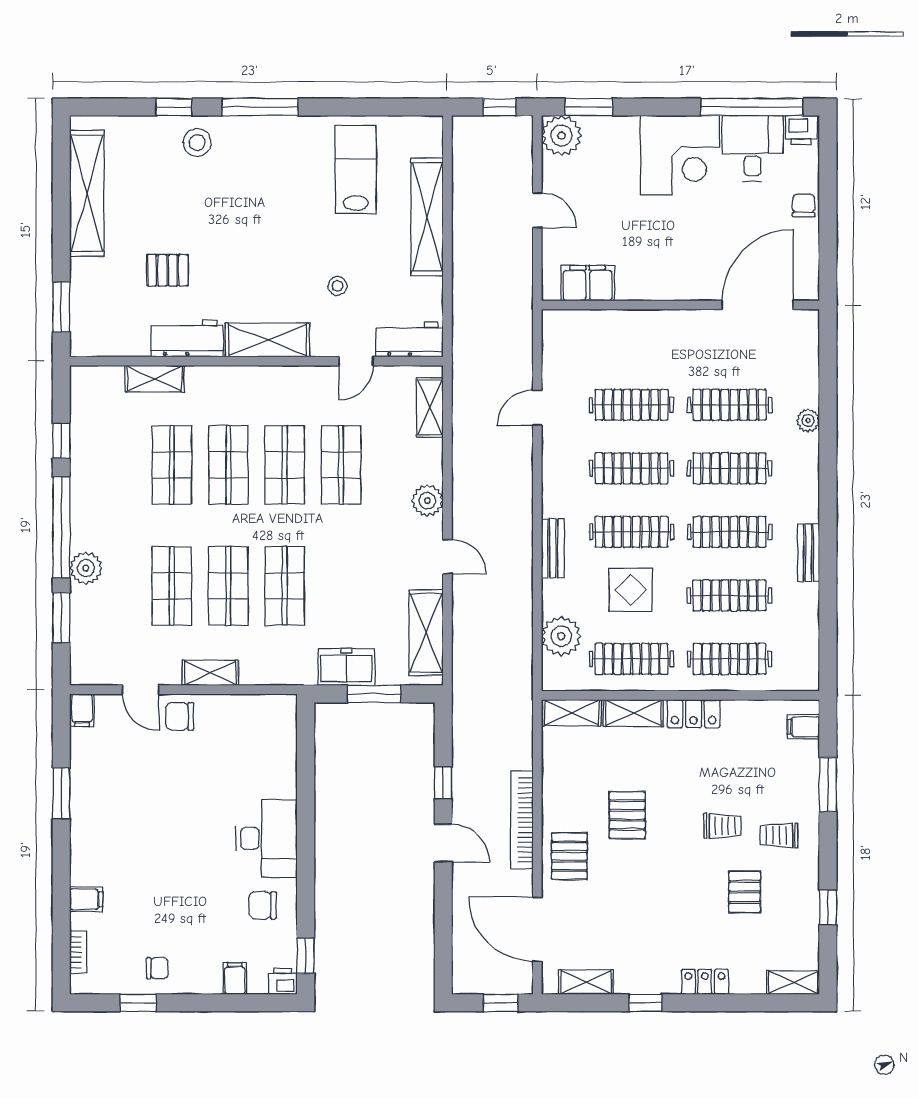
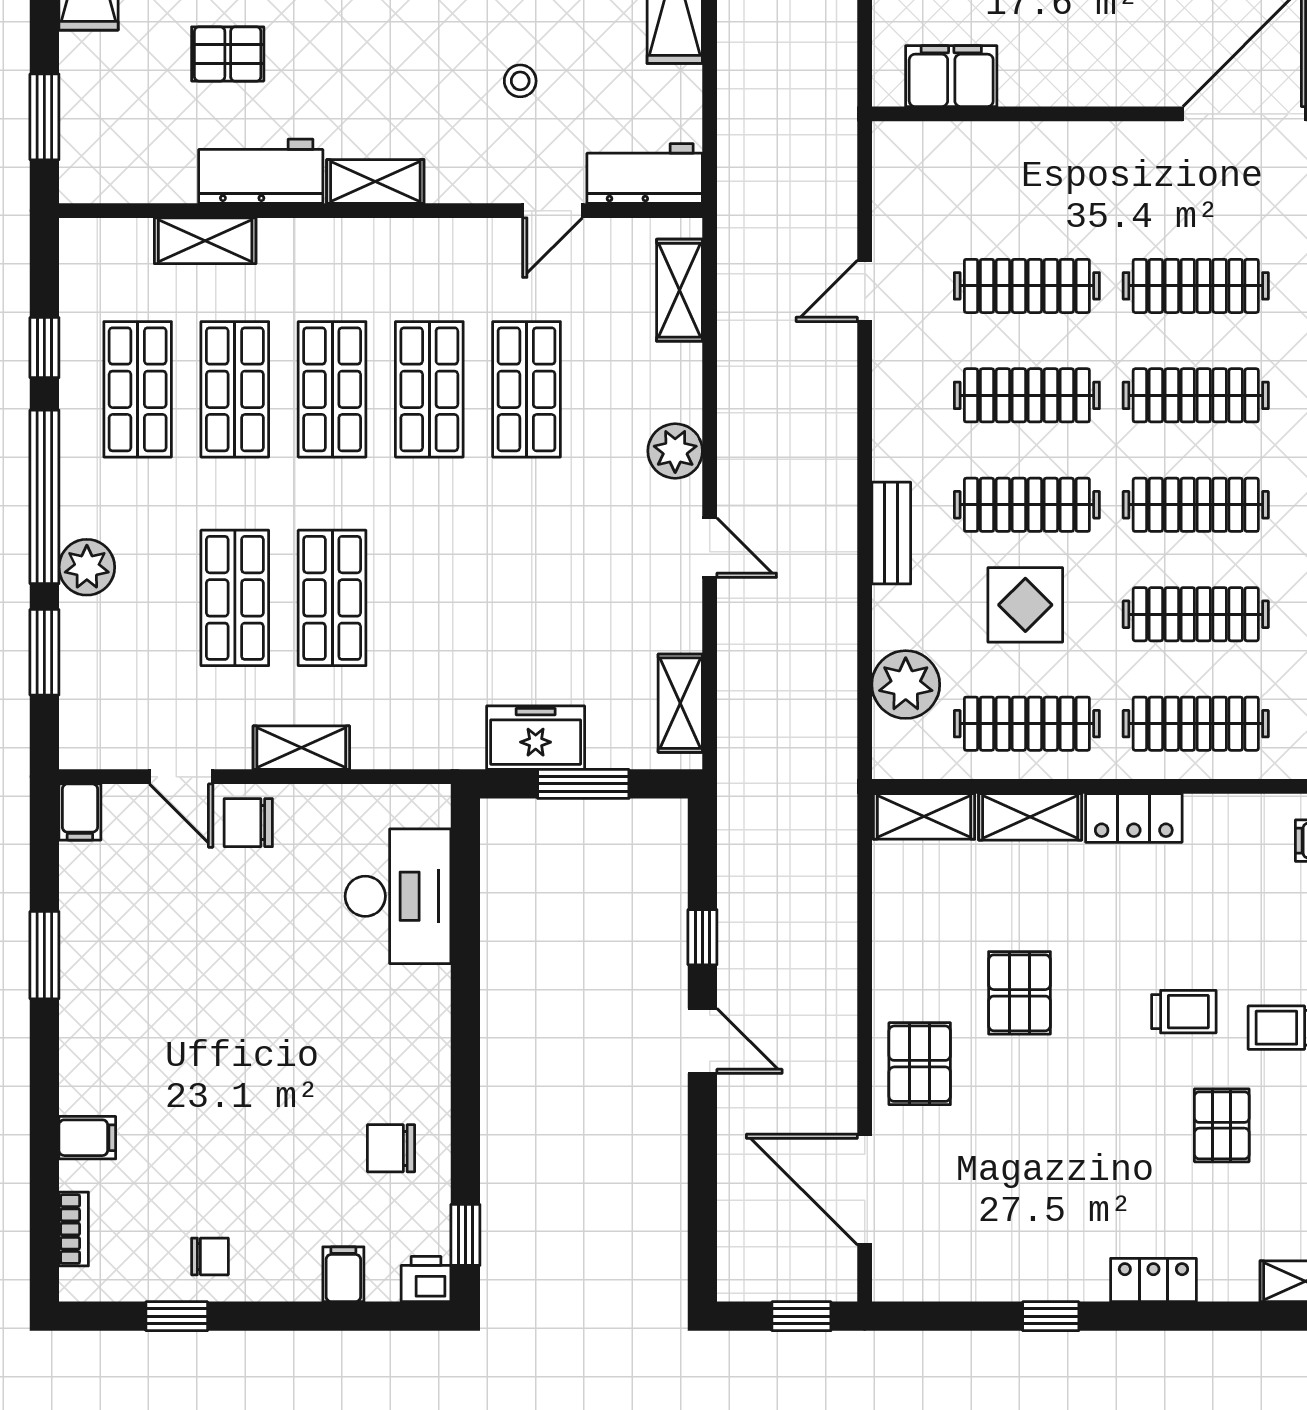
shelving: (267, 340) -> (375, 181), width x0.67, depth x0.75
shop shelf: (285, 586) -> (138, 389), moved
shelving: (426, 633) -> (680, 703), width x0.67, depth x0.75
bookcase: (522, 820) -> (838, 1001), removed
desk: (267, 838) -> (398, 896), moved
shelving: (586, 982) -> (948, 1280), removed

